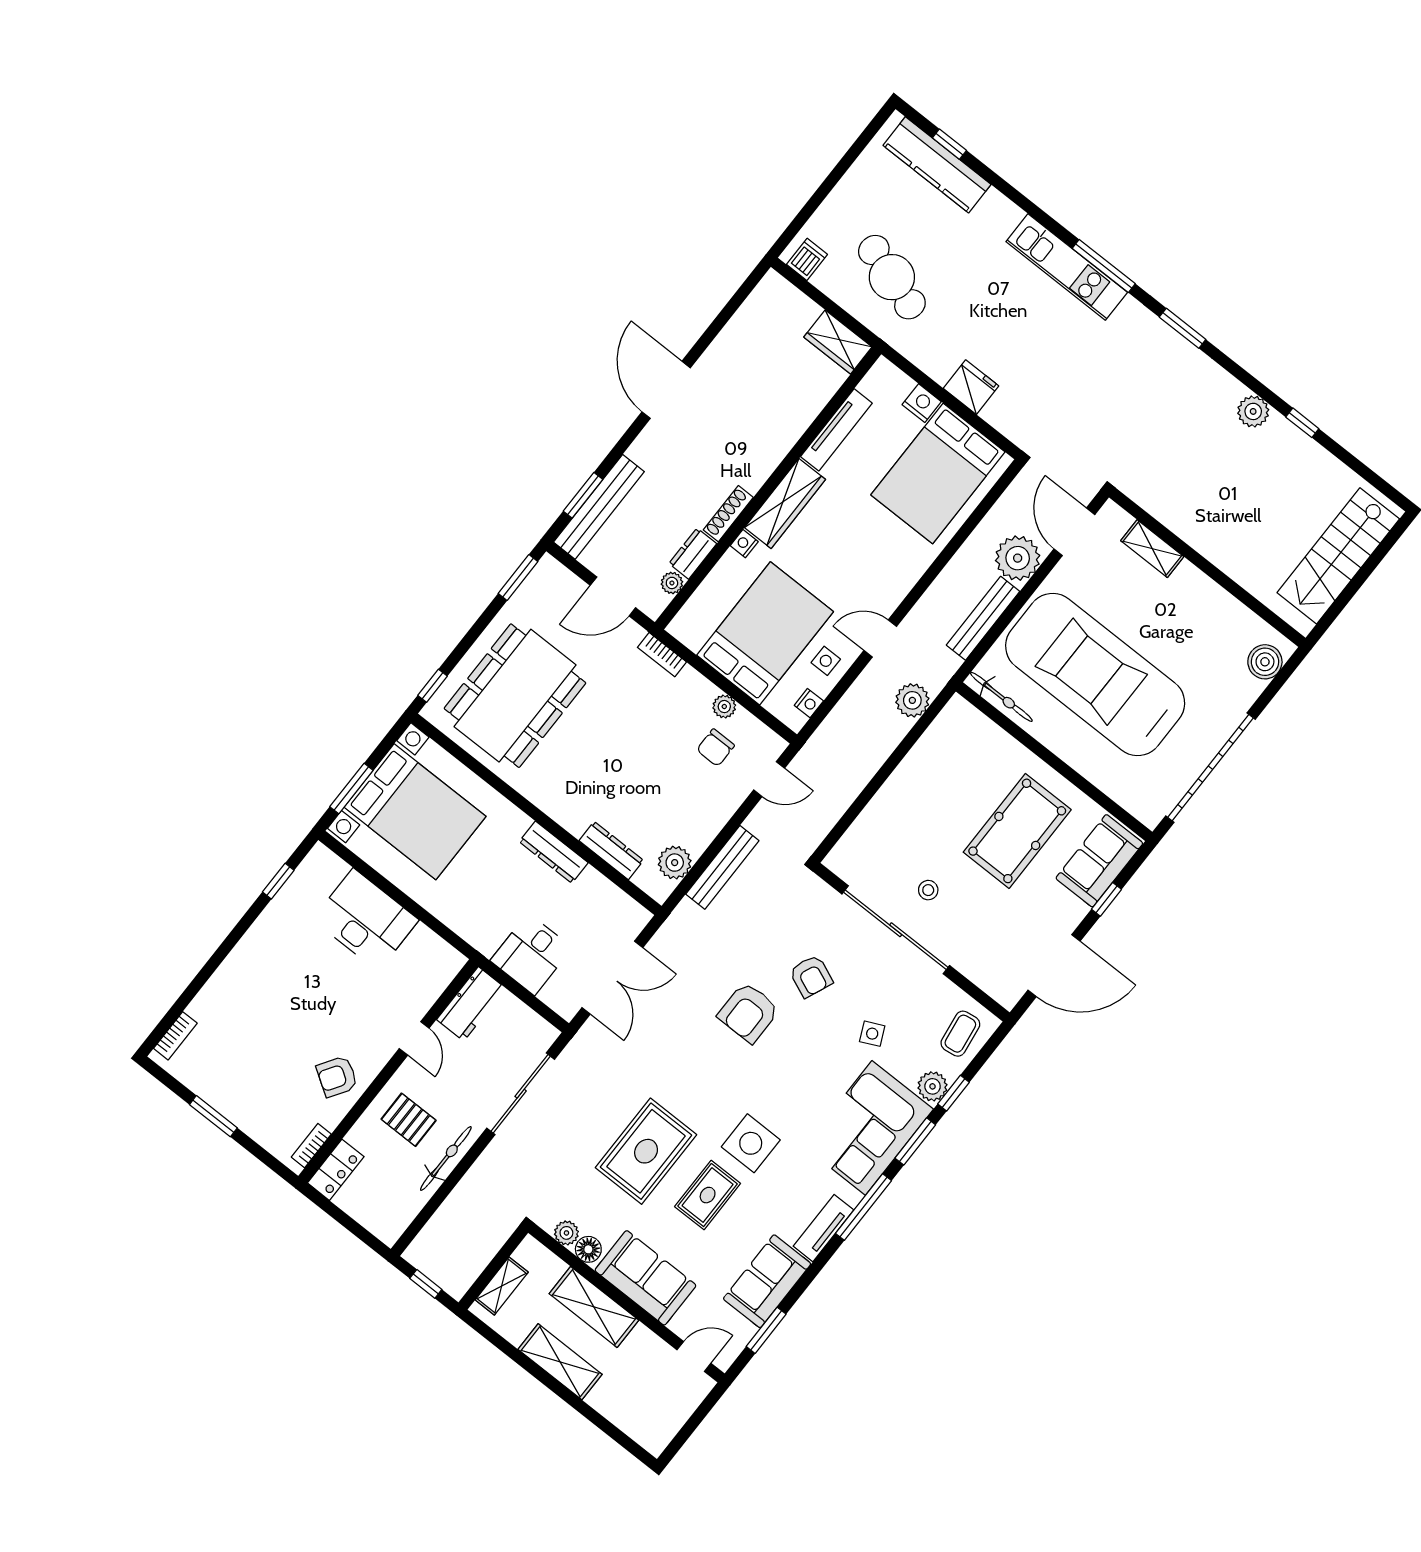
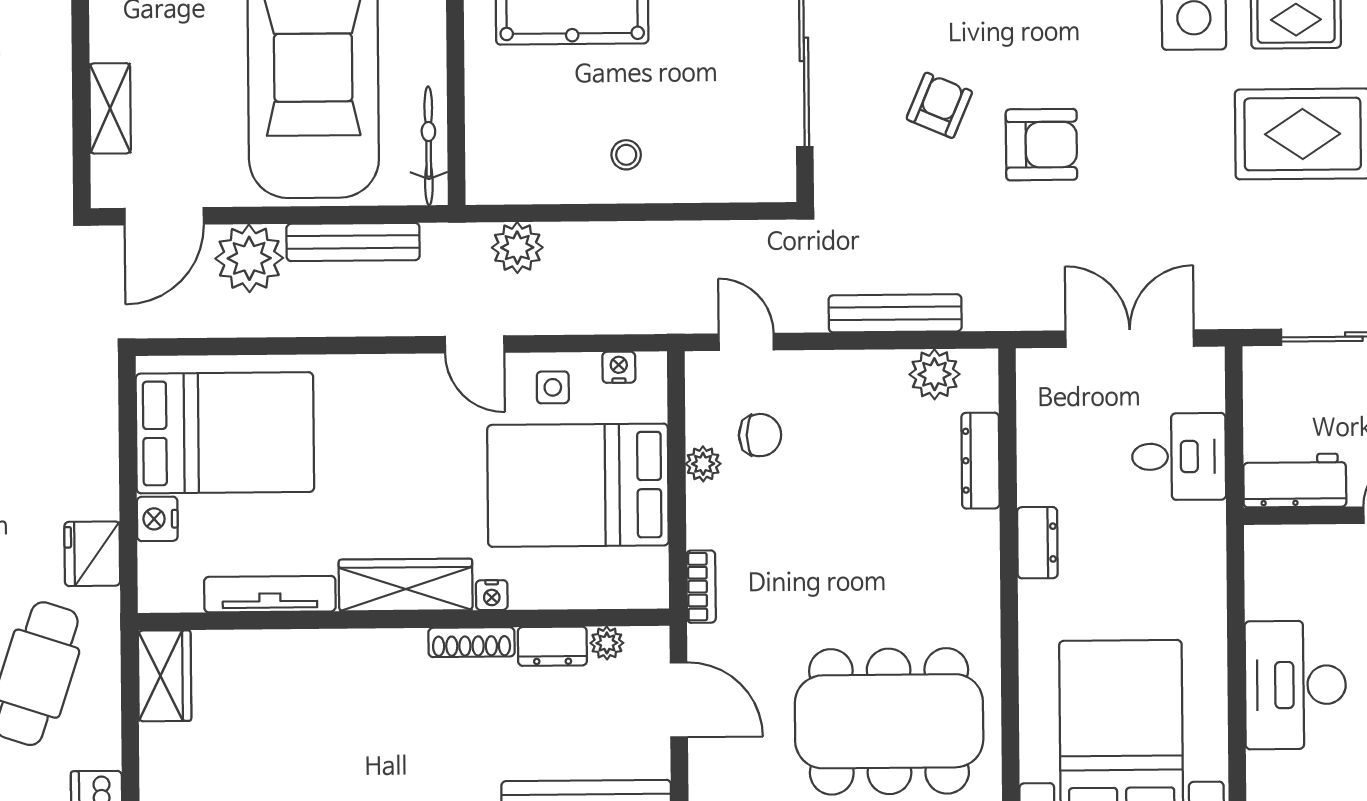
fridge: (971, 387) -> (92, 554), moved
dresser: (554, 852) -> (1037, 543), width x0.70
stool: (928, 890) -> (626, 155), moved

